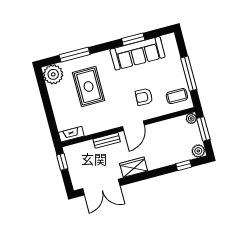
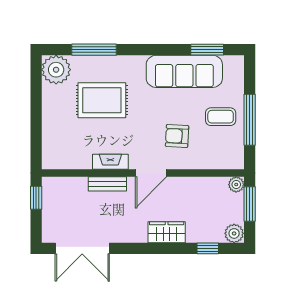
window: (133, 39) -> (207, 50), moved
rug: (89, 87) -> (102, 100), turned 90
coffee table: (177, 96) -> (221, 117), moved
fireplace: (71, 134) -> (110, 162), moved
wardrobe: (134, 167) -> (167, 232), moved

